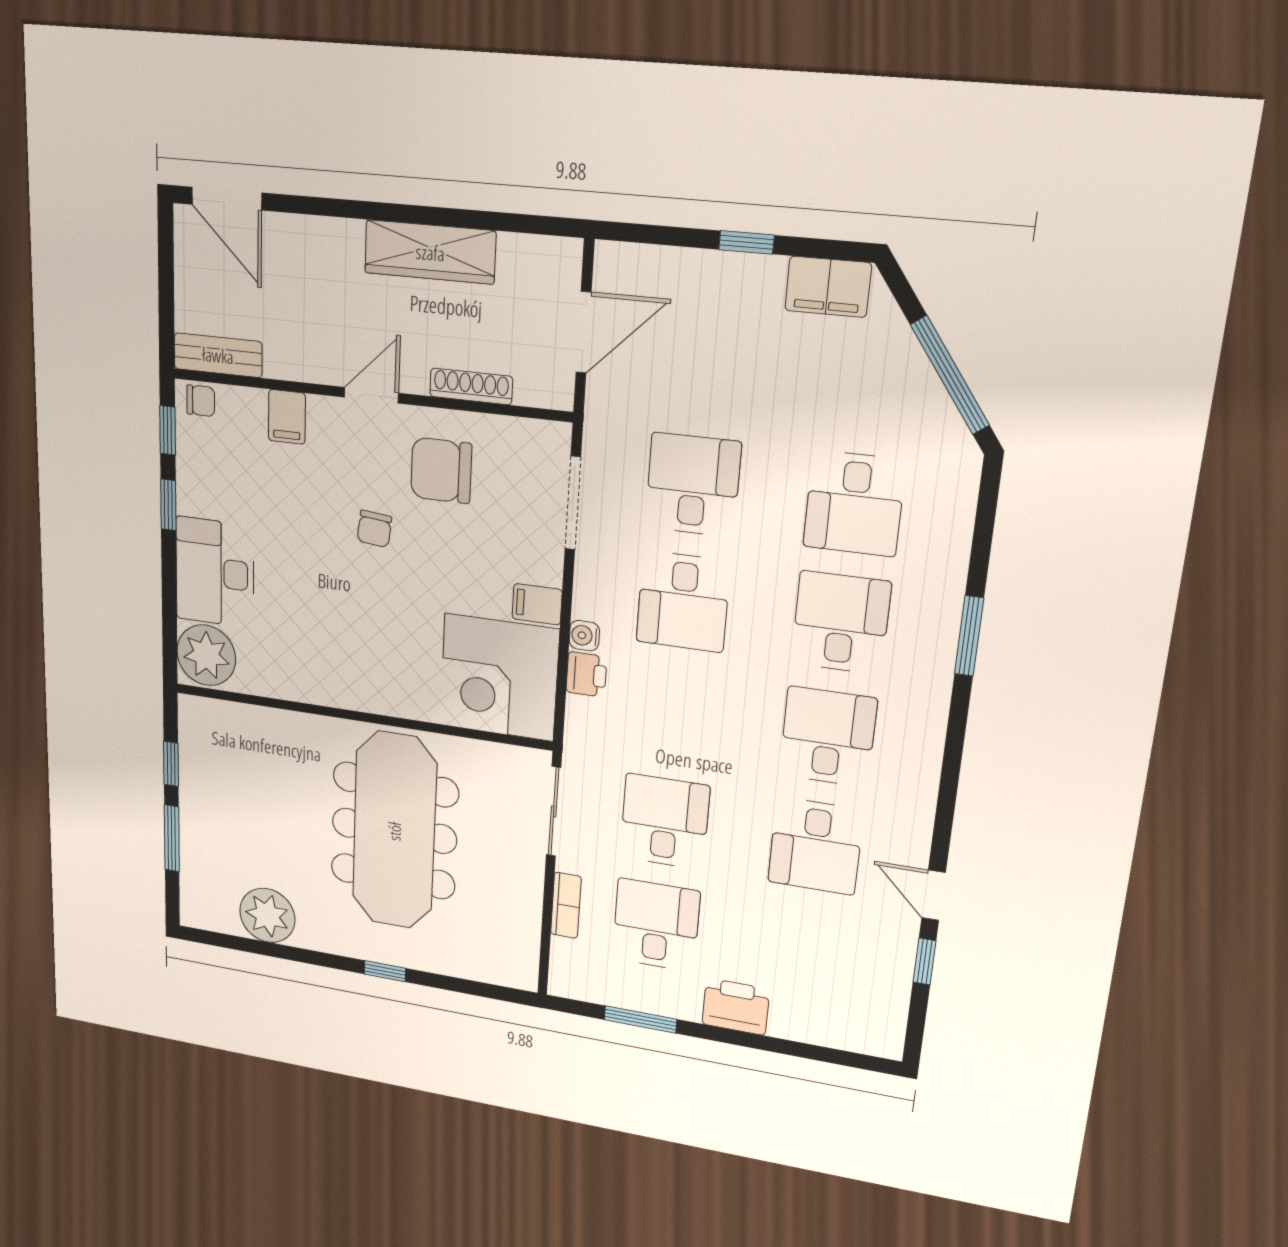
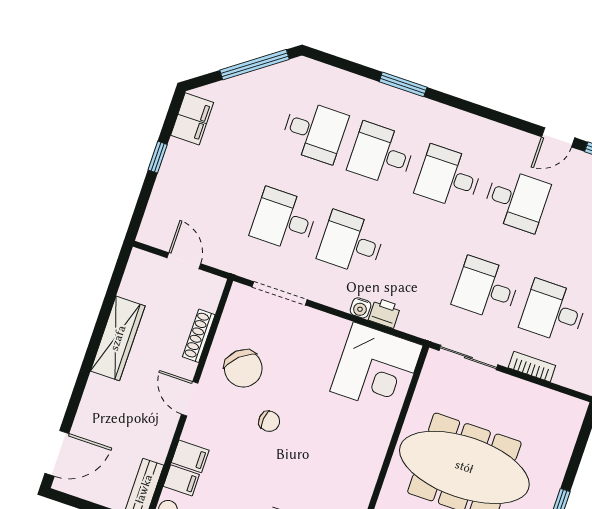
door: (584, 332) -> (184, 261), width x0.73
chair: (441, 470) -> (243, 368), turned -42
desk: (683, 602) -> (351, 243), turned 180
filing cabinet: (537, 604) -> (181, 480), moved, turned -90

